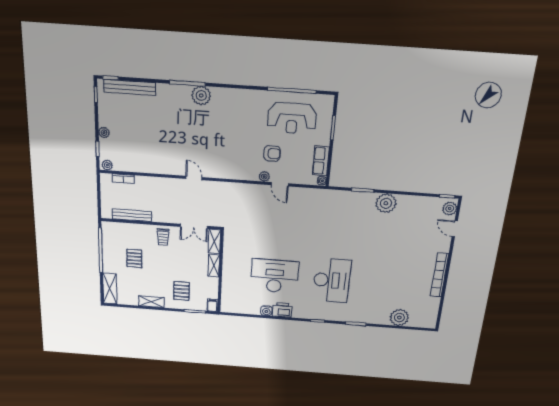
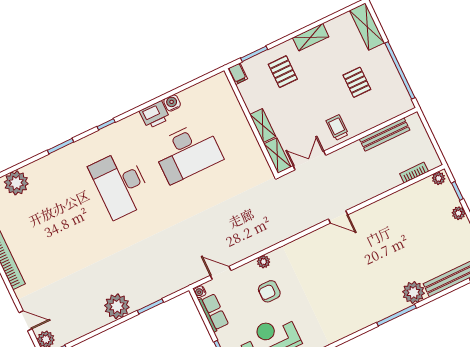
plant: (201, 95) -> (413, 292), moved
door: (280, 184) -> (221, 273), moved

